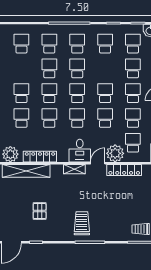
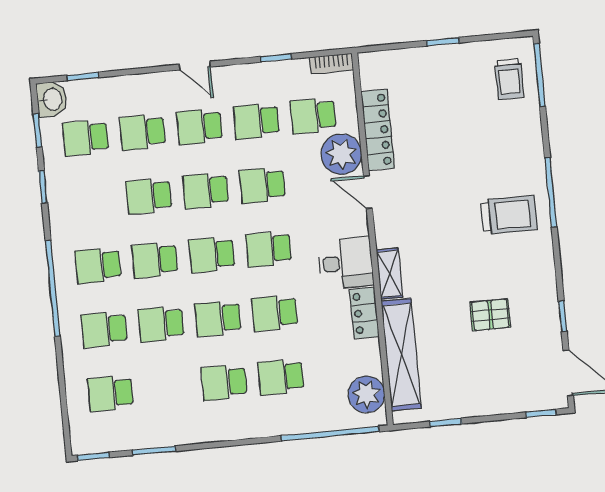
school desk: (105, 44) -> (149, 196), moved
desk: (80, 151) -> (346, 263), moved
locker: (40, 157) -> (364, 313), width x0.66
shelving: (74, 169) -> (390, 274), moved
trolley: (82, 223) -> (509, 215), turned 180

